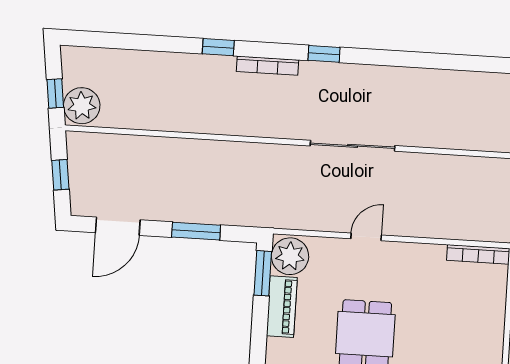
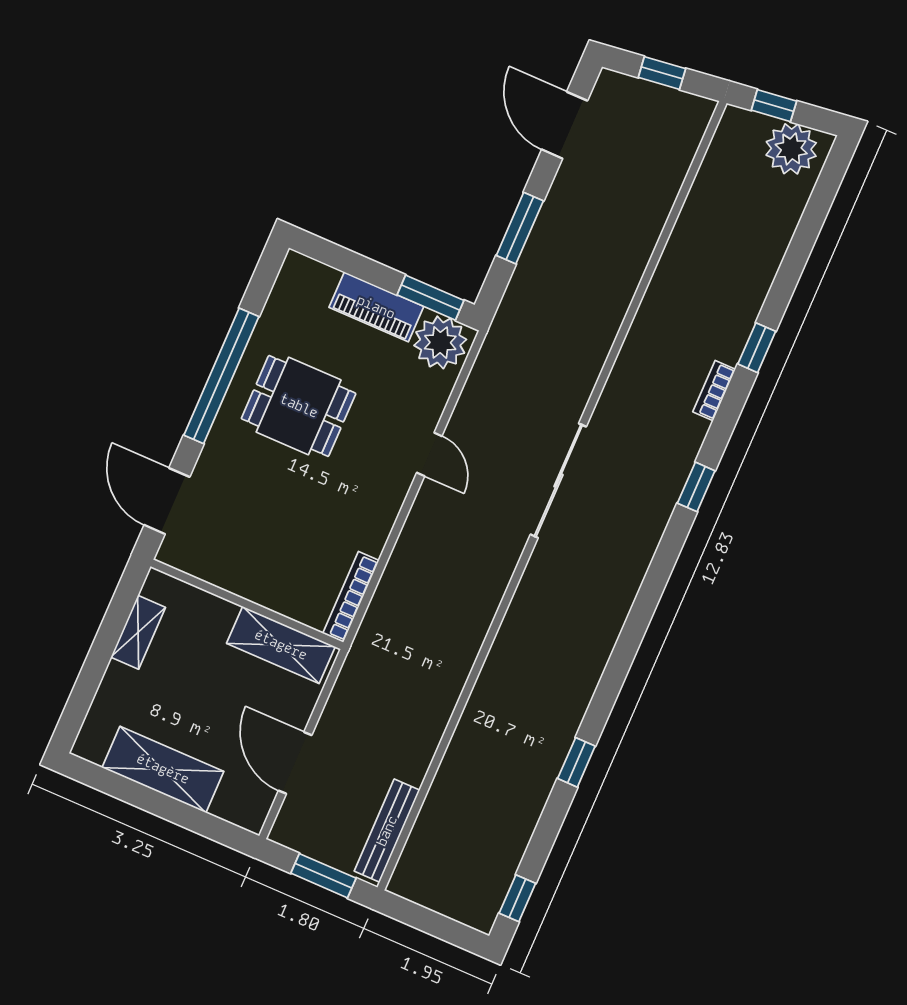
bookcase: (267, 66) -> (714, 391), width x0.64
plant: (82, 106) -> (791, 149), moved

